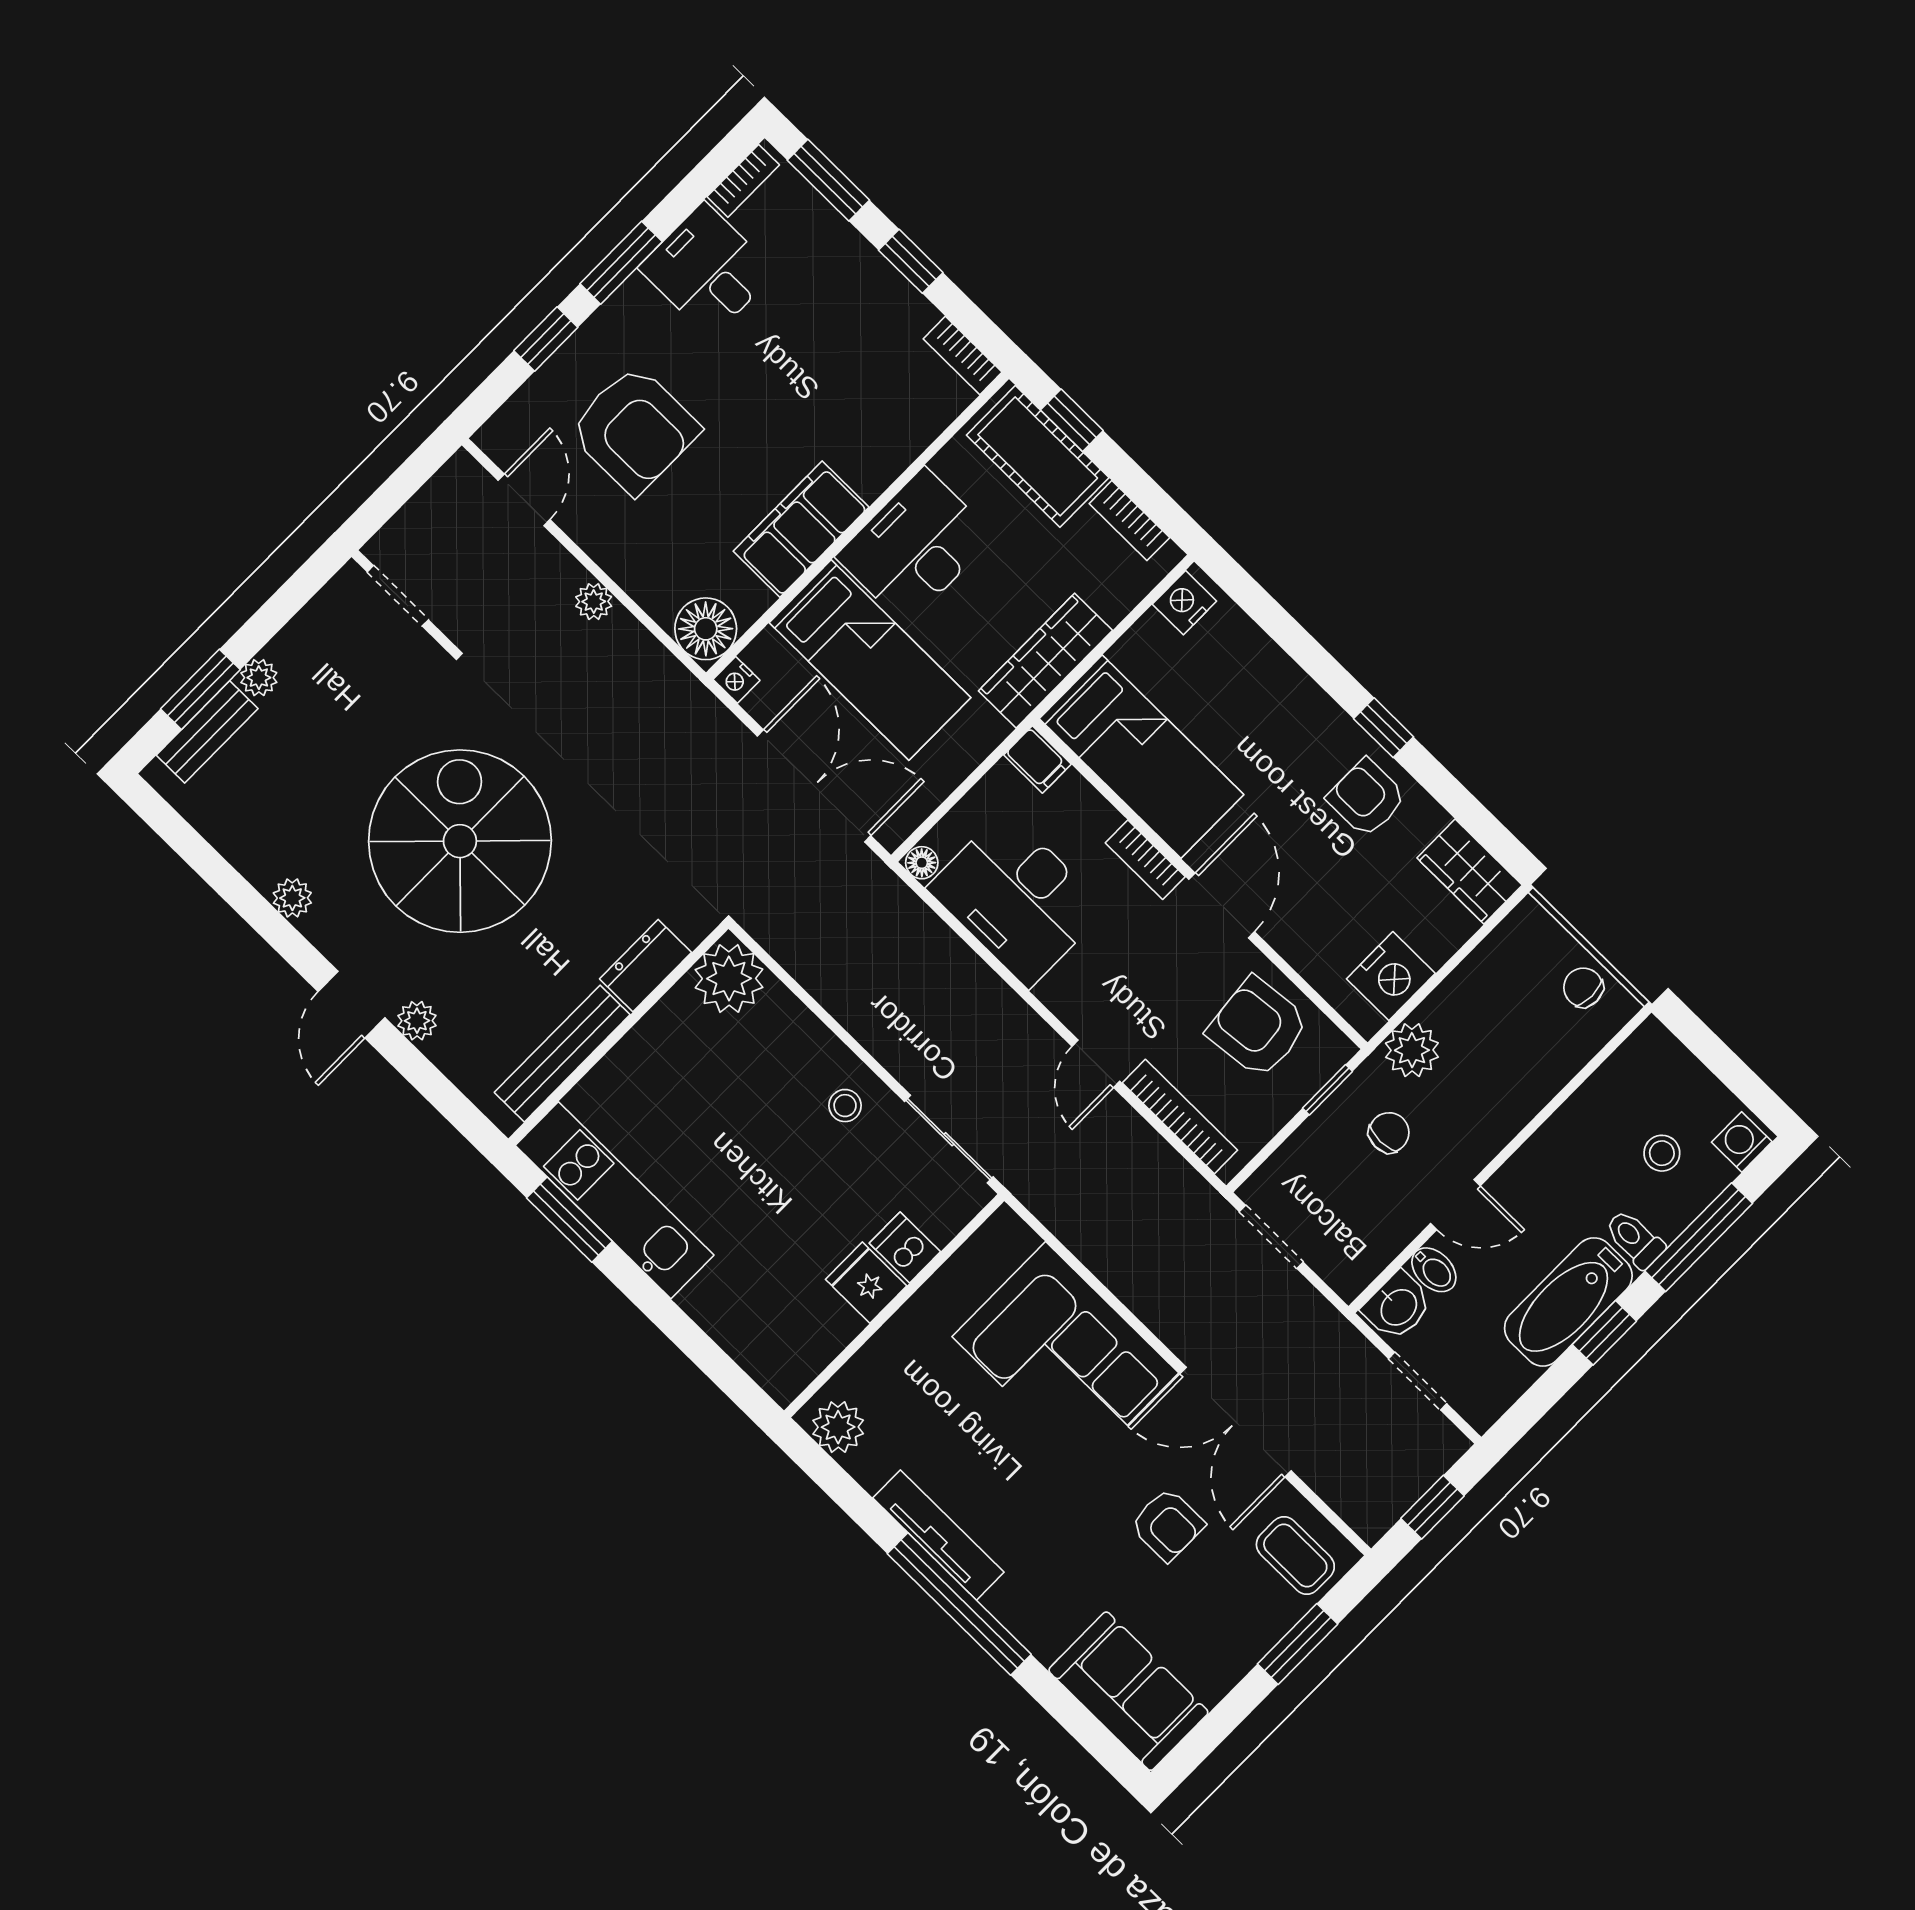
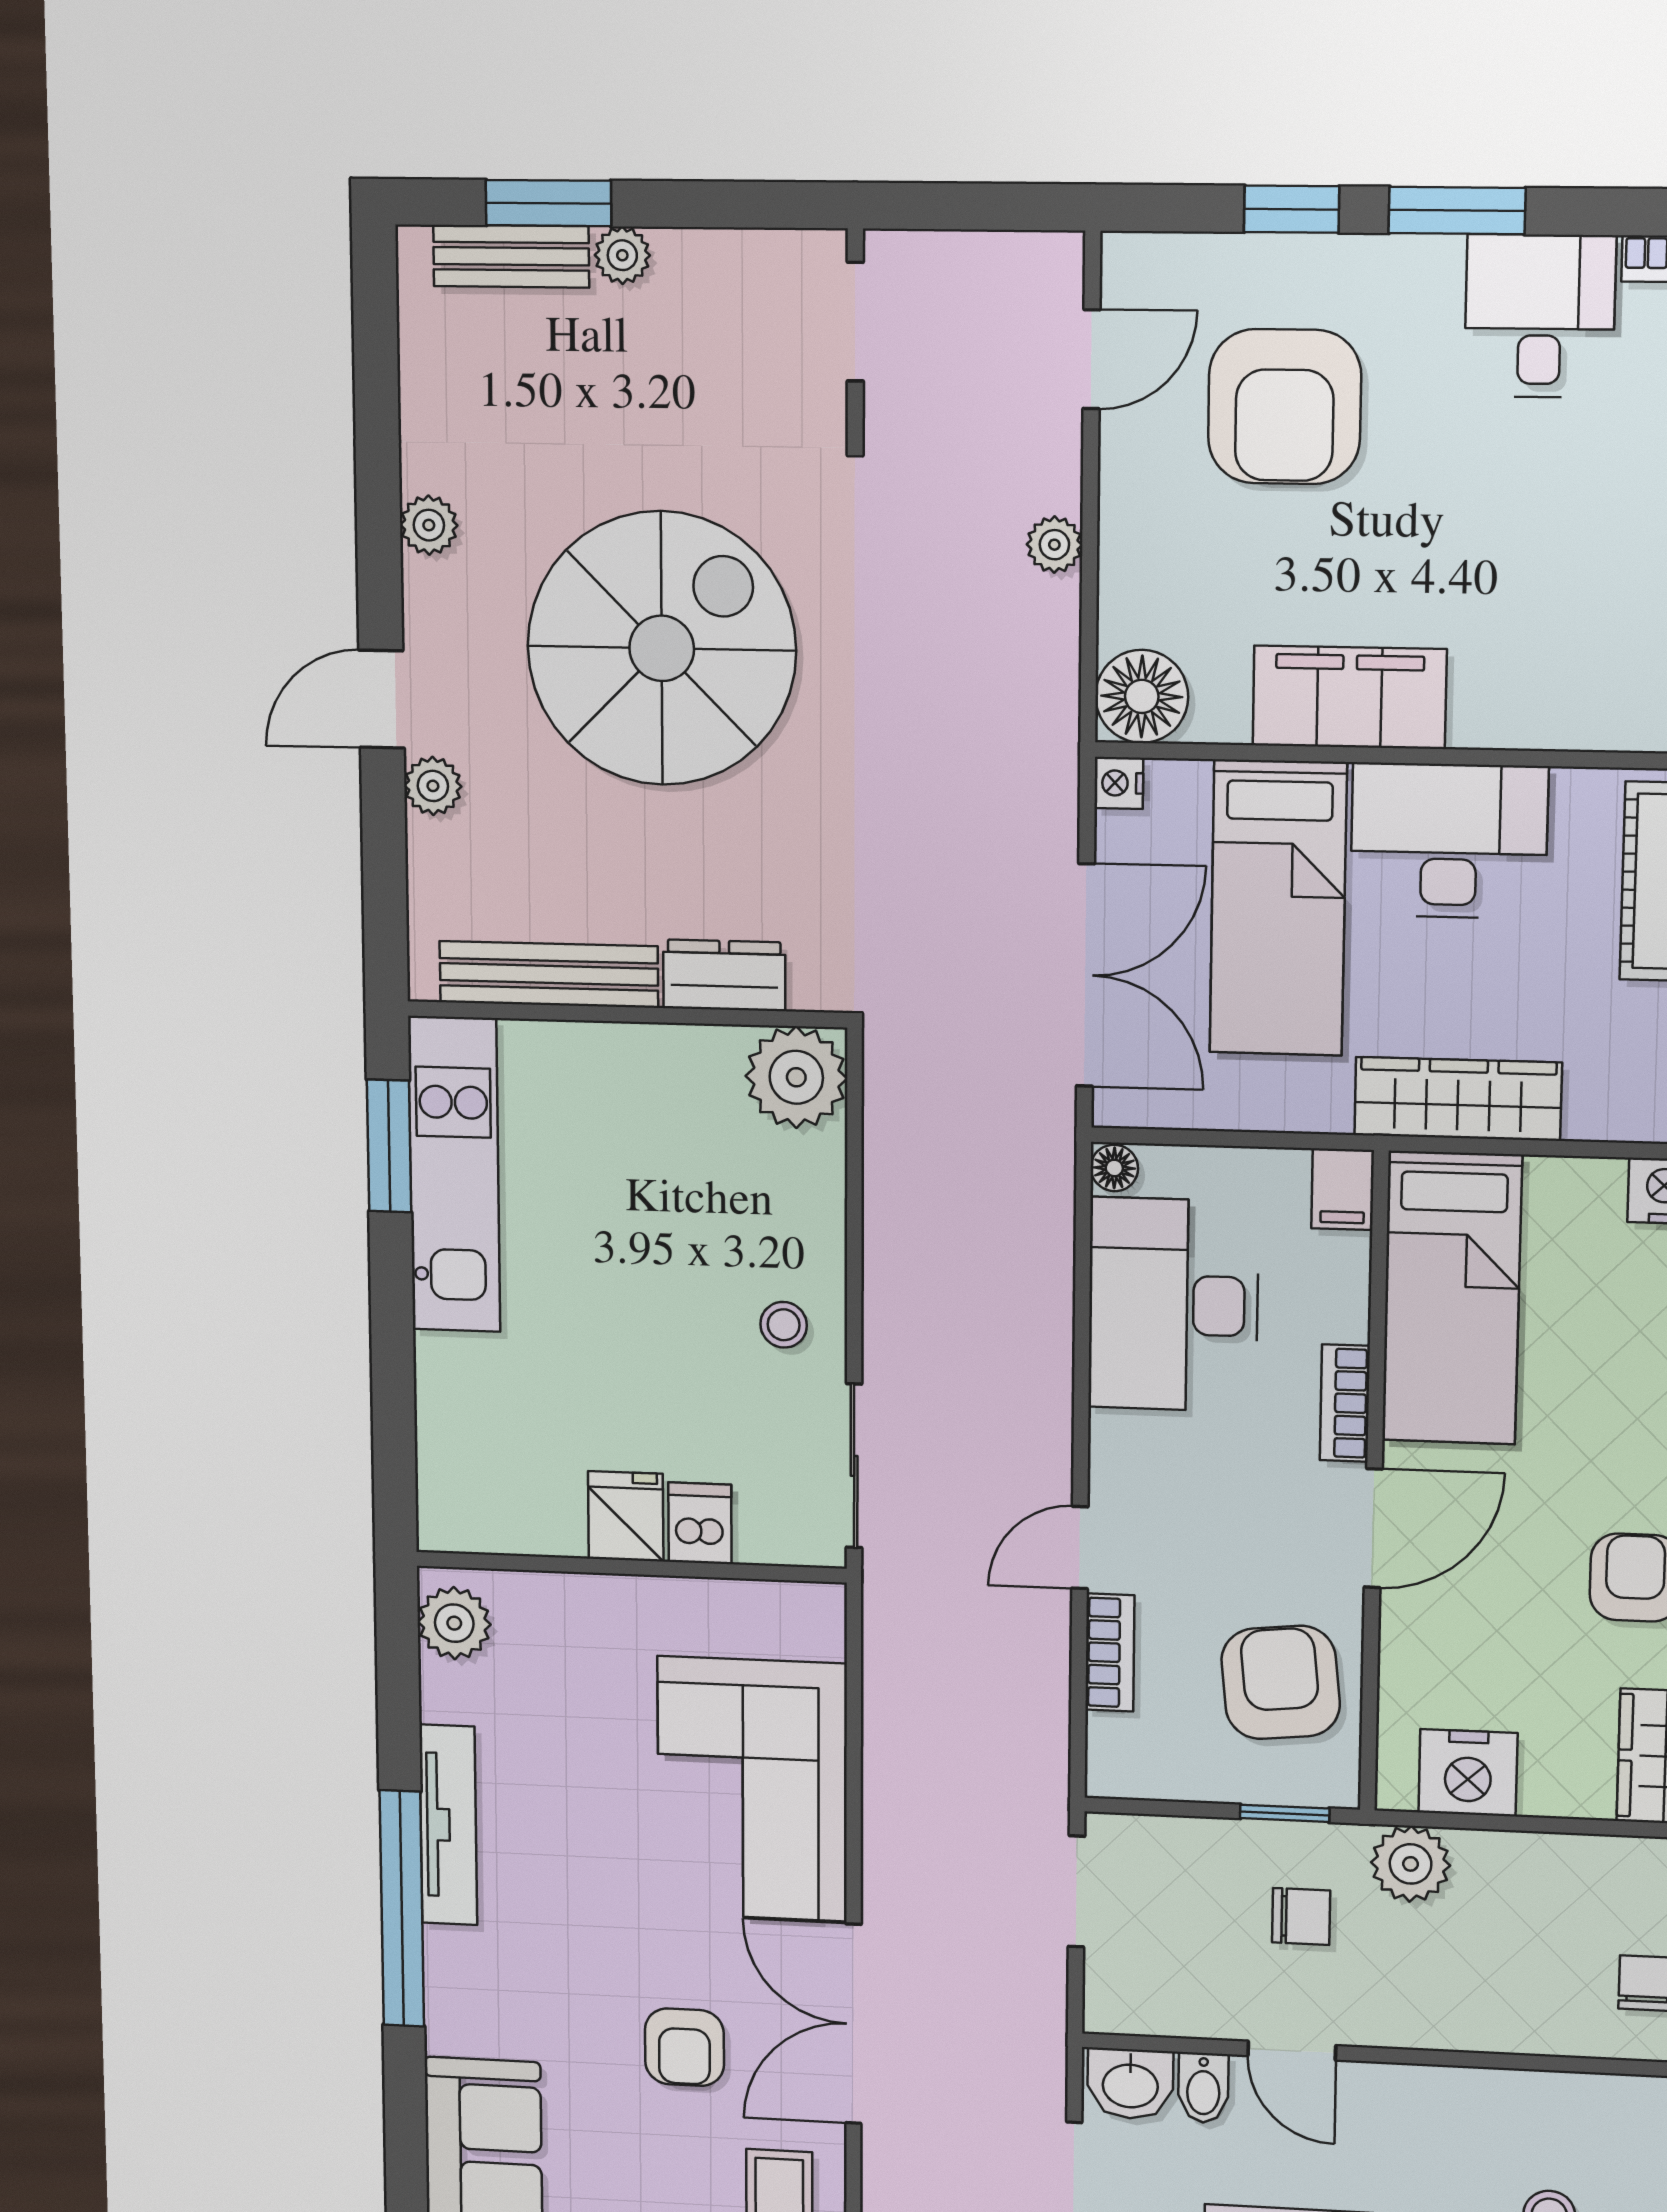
bookcase: (1180, 1117) -> (1110, 1653), width x0.64

